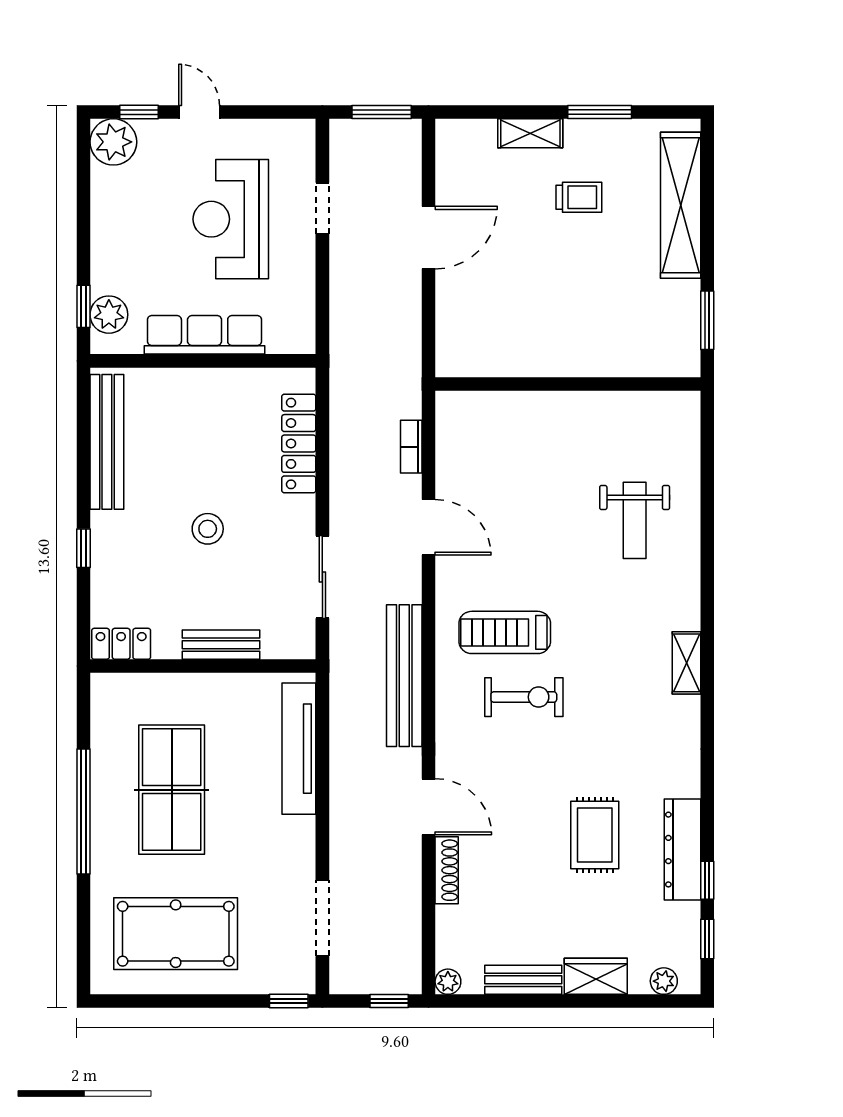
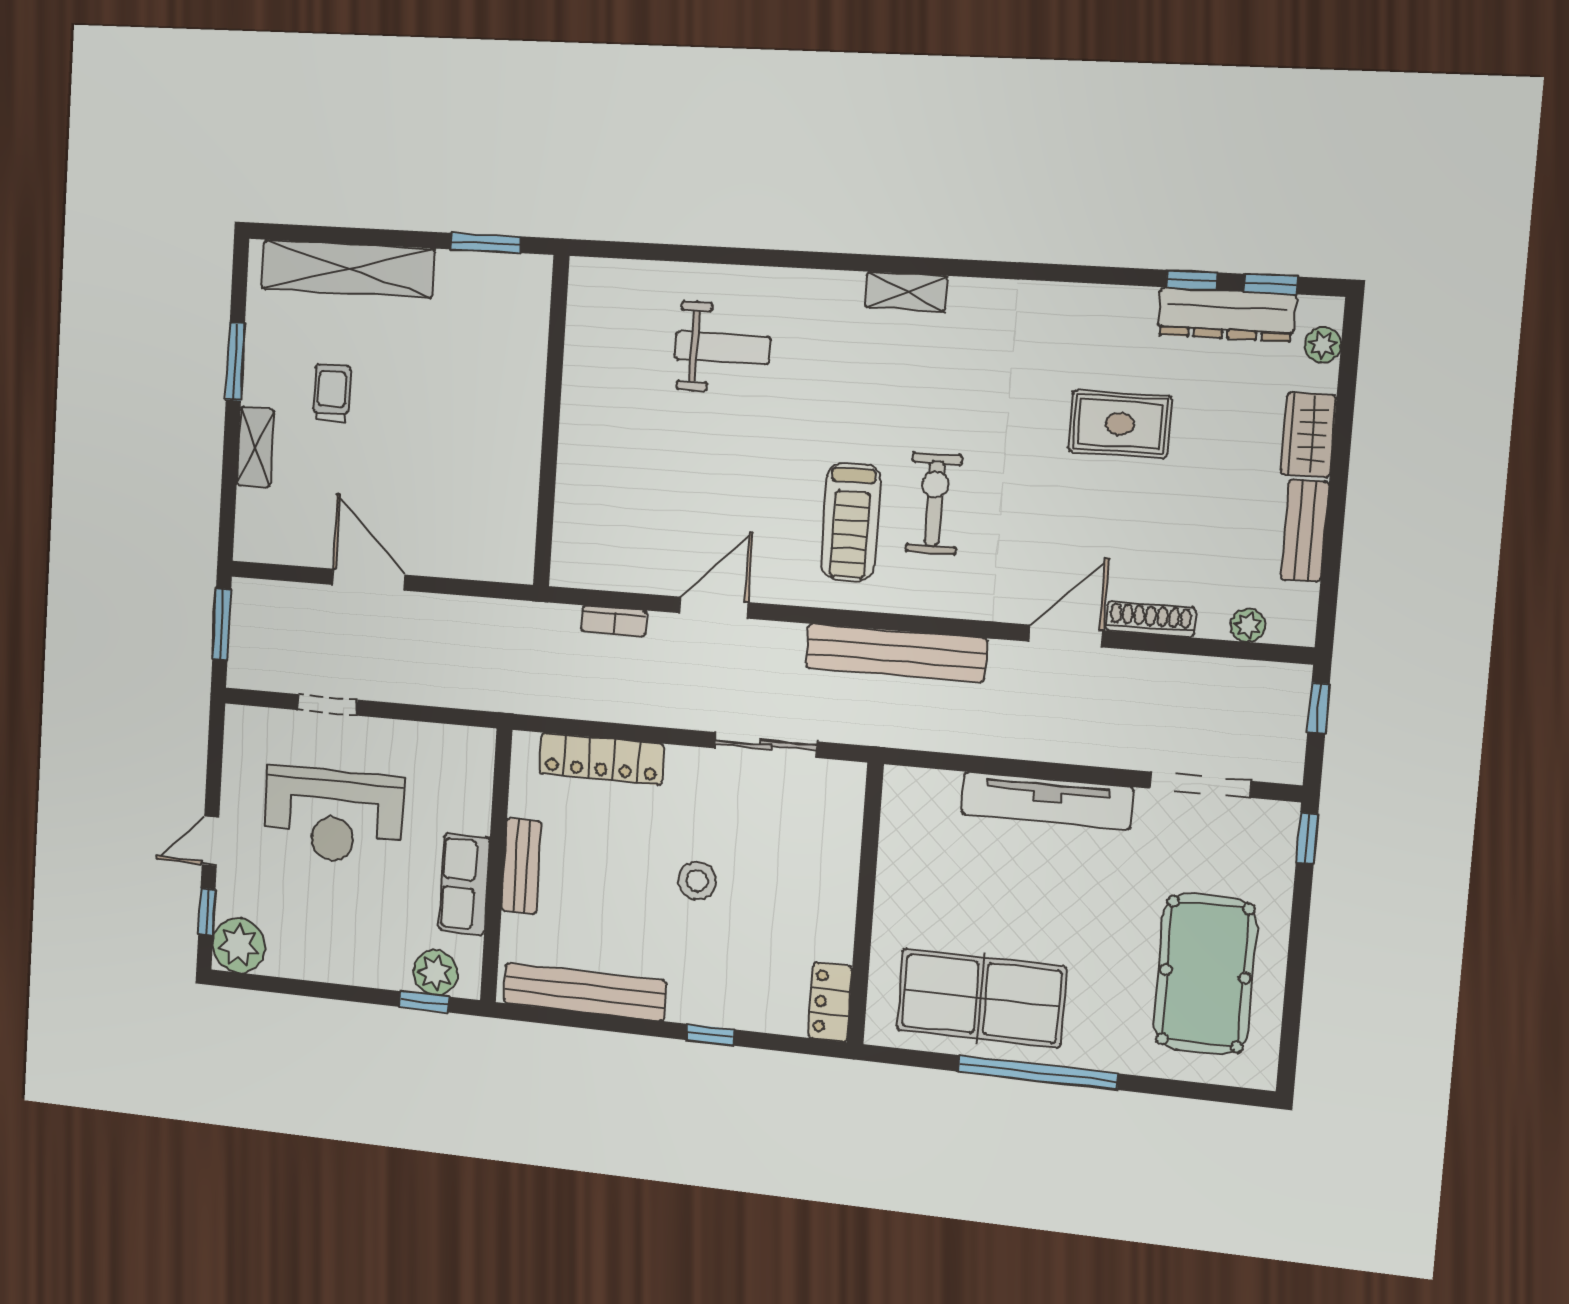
row of seats: (205, 335) -> (464, 884), width x0.68
bench: (221, 645) -> (521, 866), moved
tv unit: (299, 749) -> (1047, 801), moved
table tennis table: (172, 790) -> (981, 998), moved
dresser: (682, 850) -> (1226, 315), moved
plant: (448, 982) -> (1248, 625), moved

